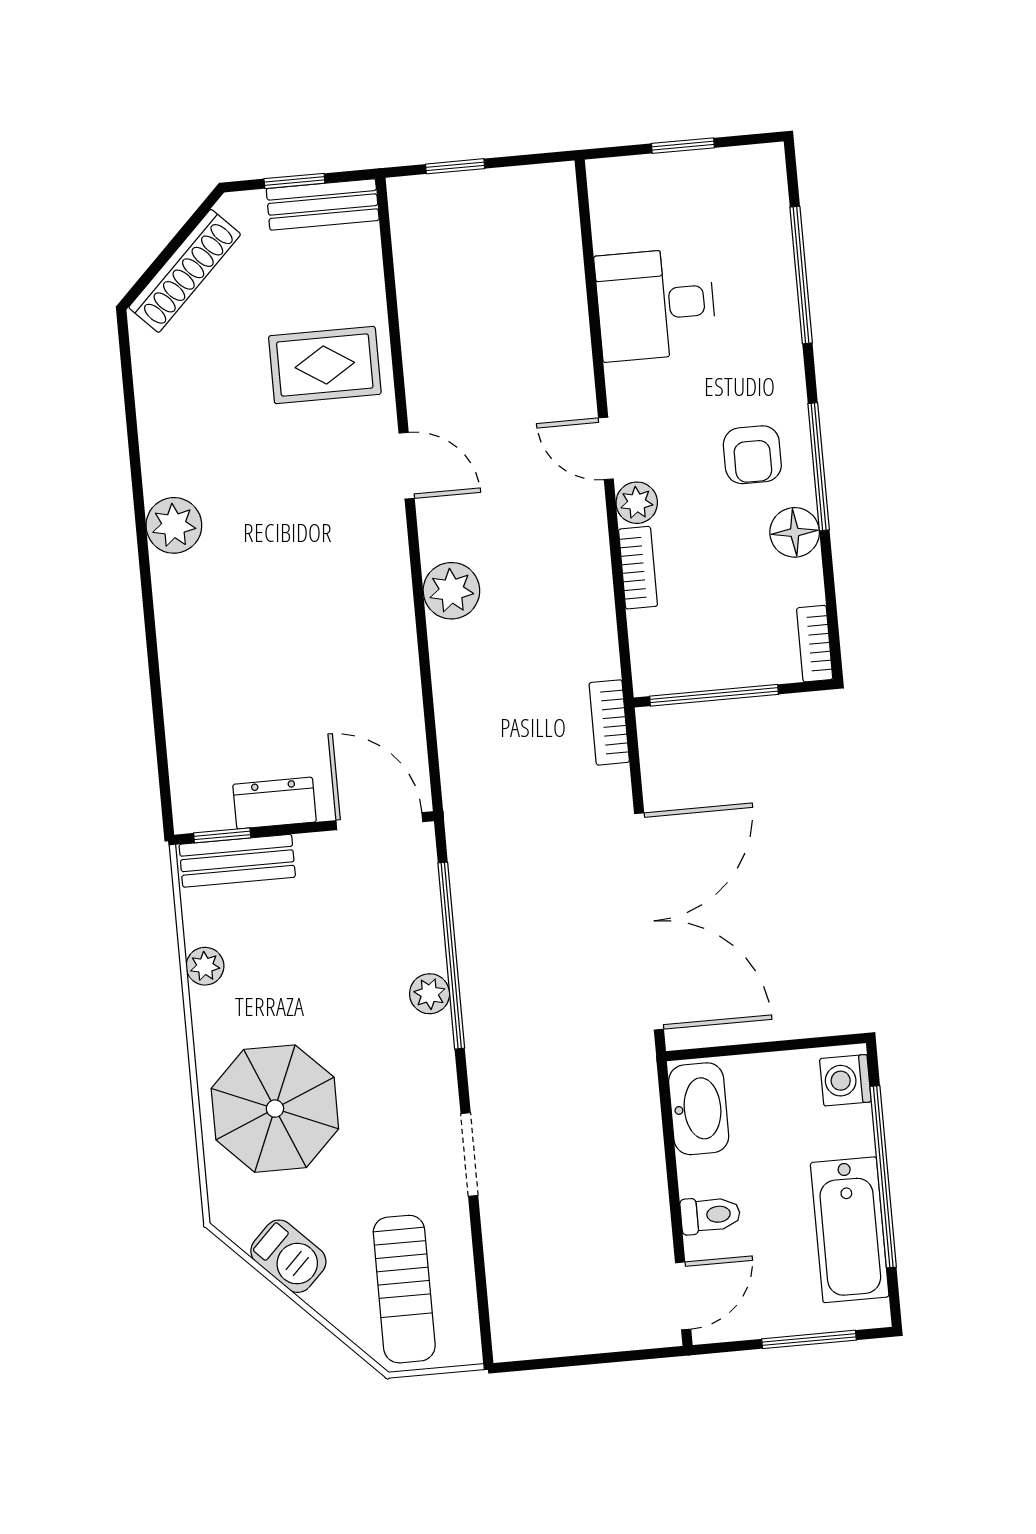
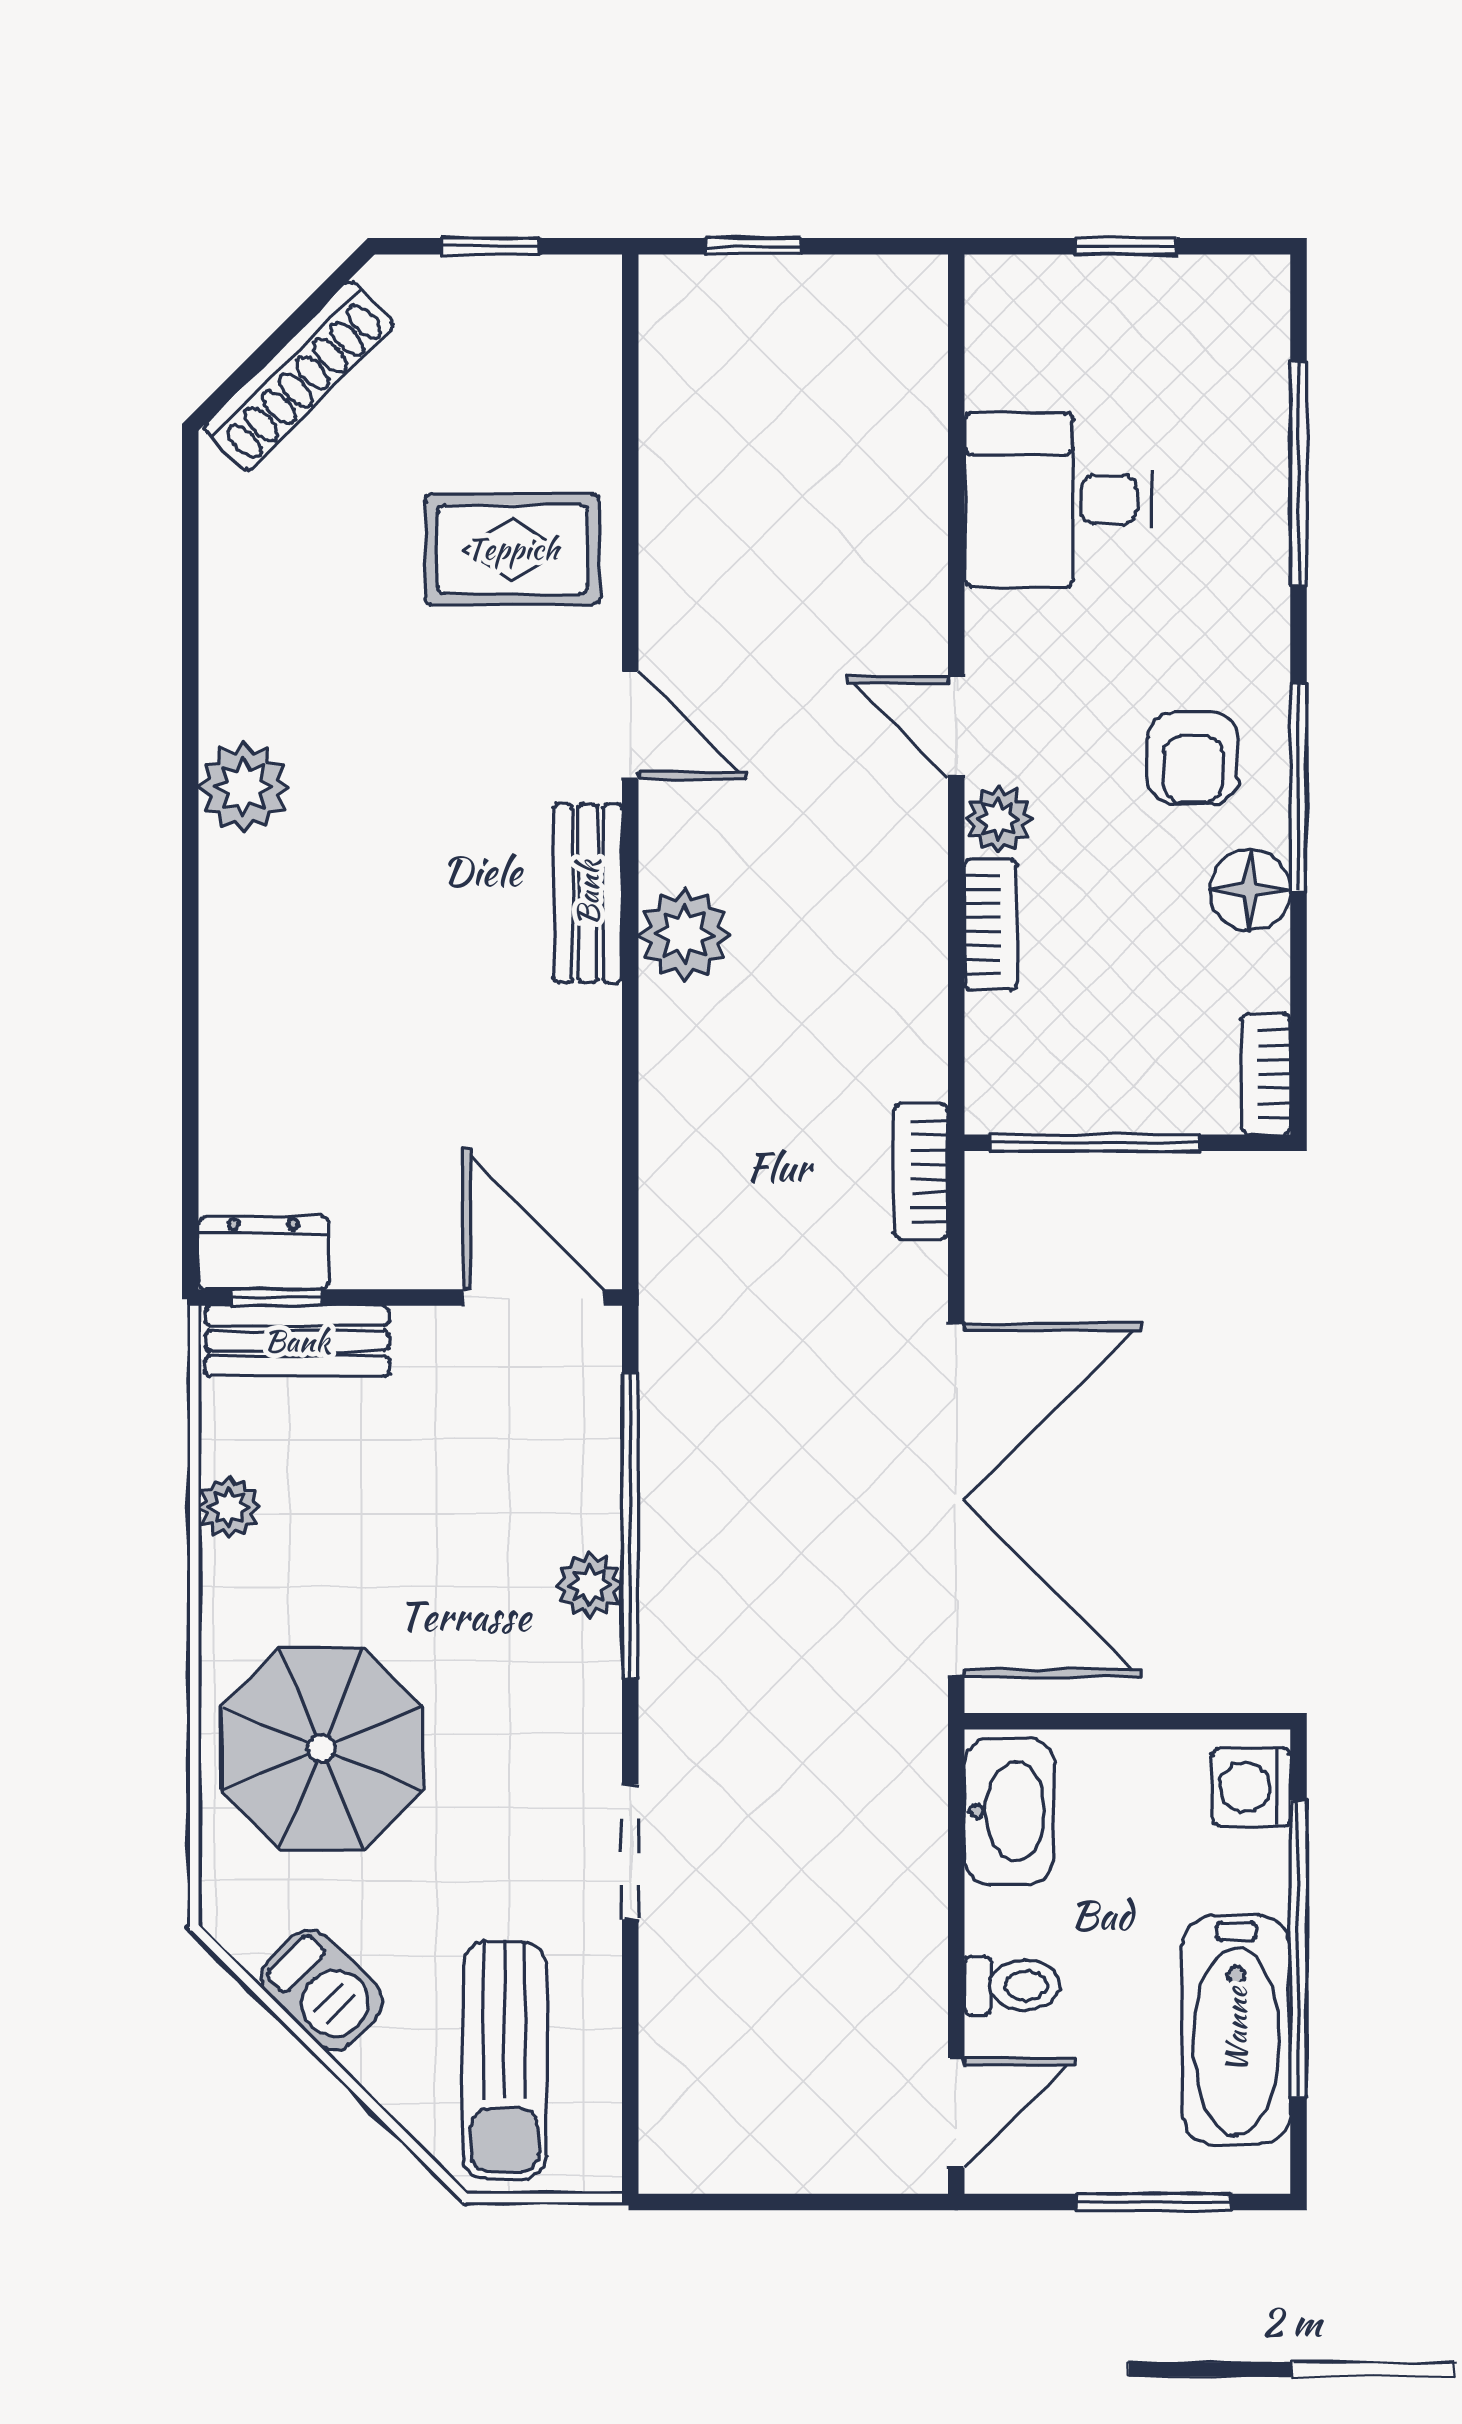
bench: (323, 204) -> (588, 893), moved, turned 90
dresser: (275, 803) -> (264, 1253), moved

